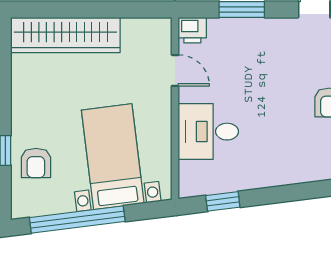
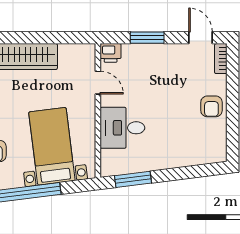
window: (223, 201) -> (133, 179), width x1.50

